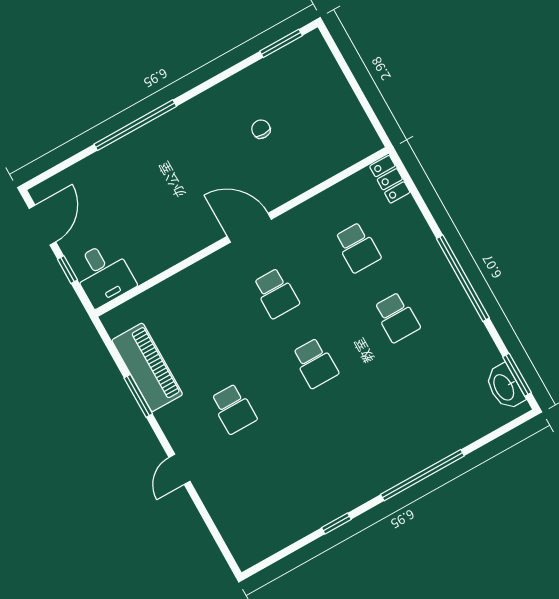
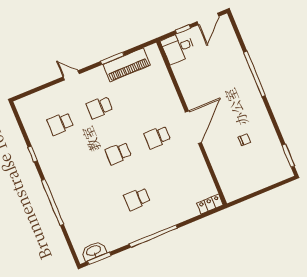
door: (42, 225) -> (208, 19), hinge flipped
door: (249, 228) -> (193, 127), width x1.36
school desk: (358, 247) -> (60, 124), moved

